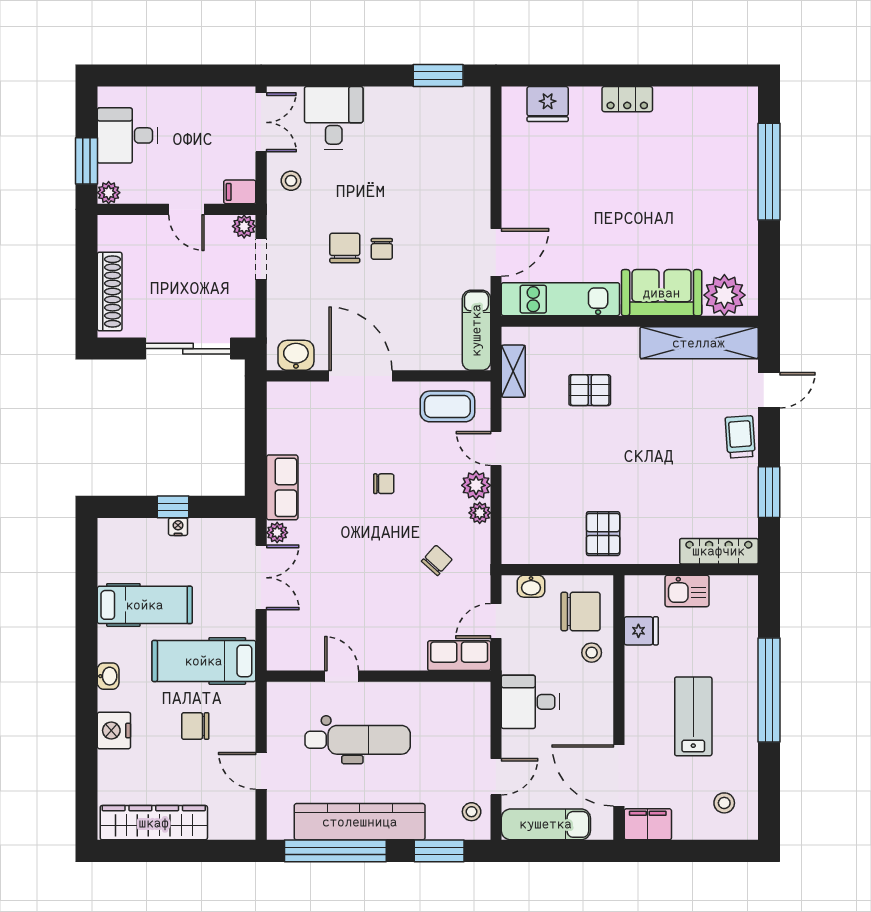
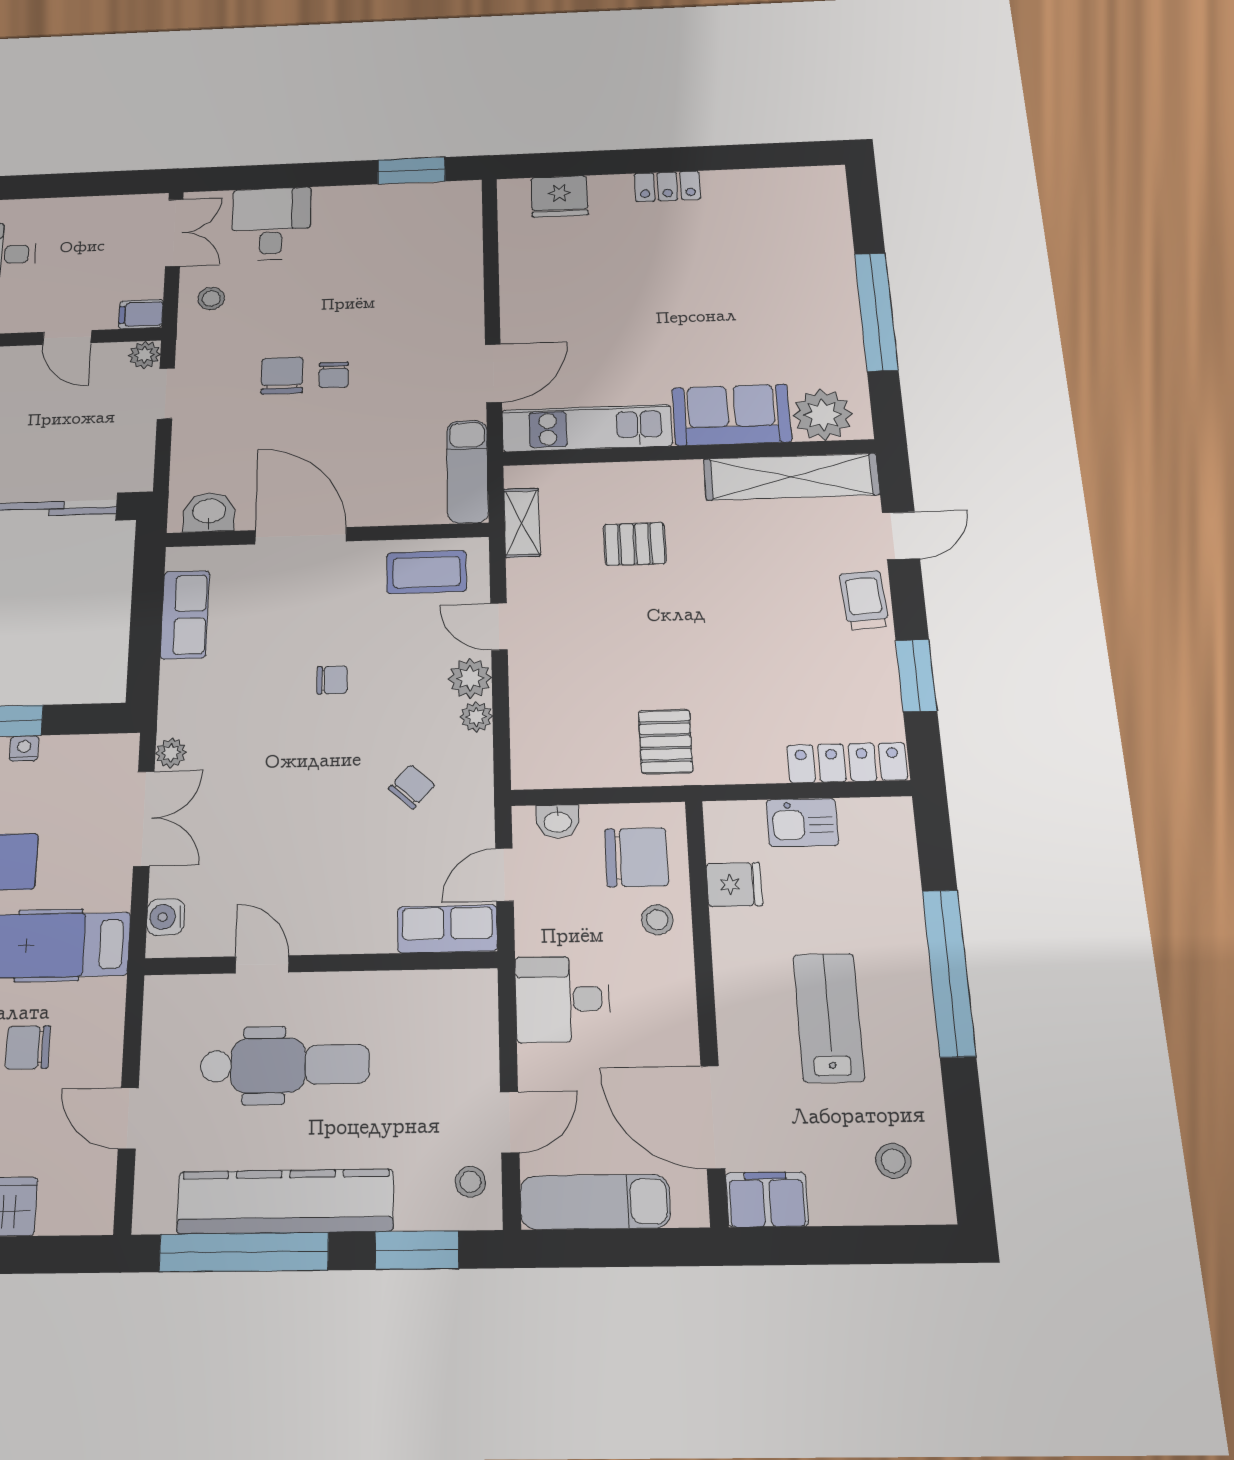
window: (769, 172) -> (876, 312), moved
row of seats: (282, 487) -> (185, 615), moved
water cooler: (279, 644) -> (166, 917), added

